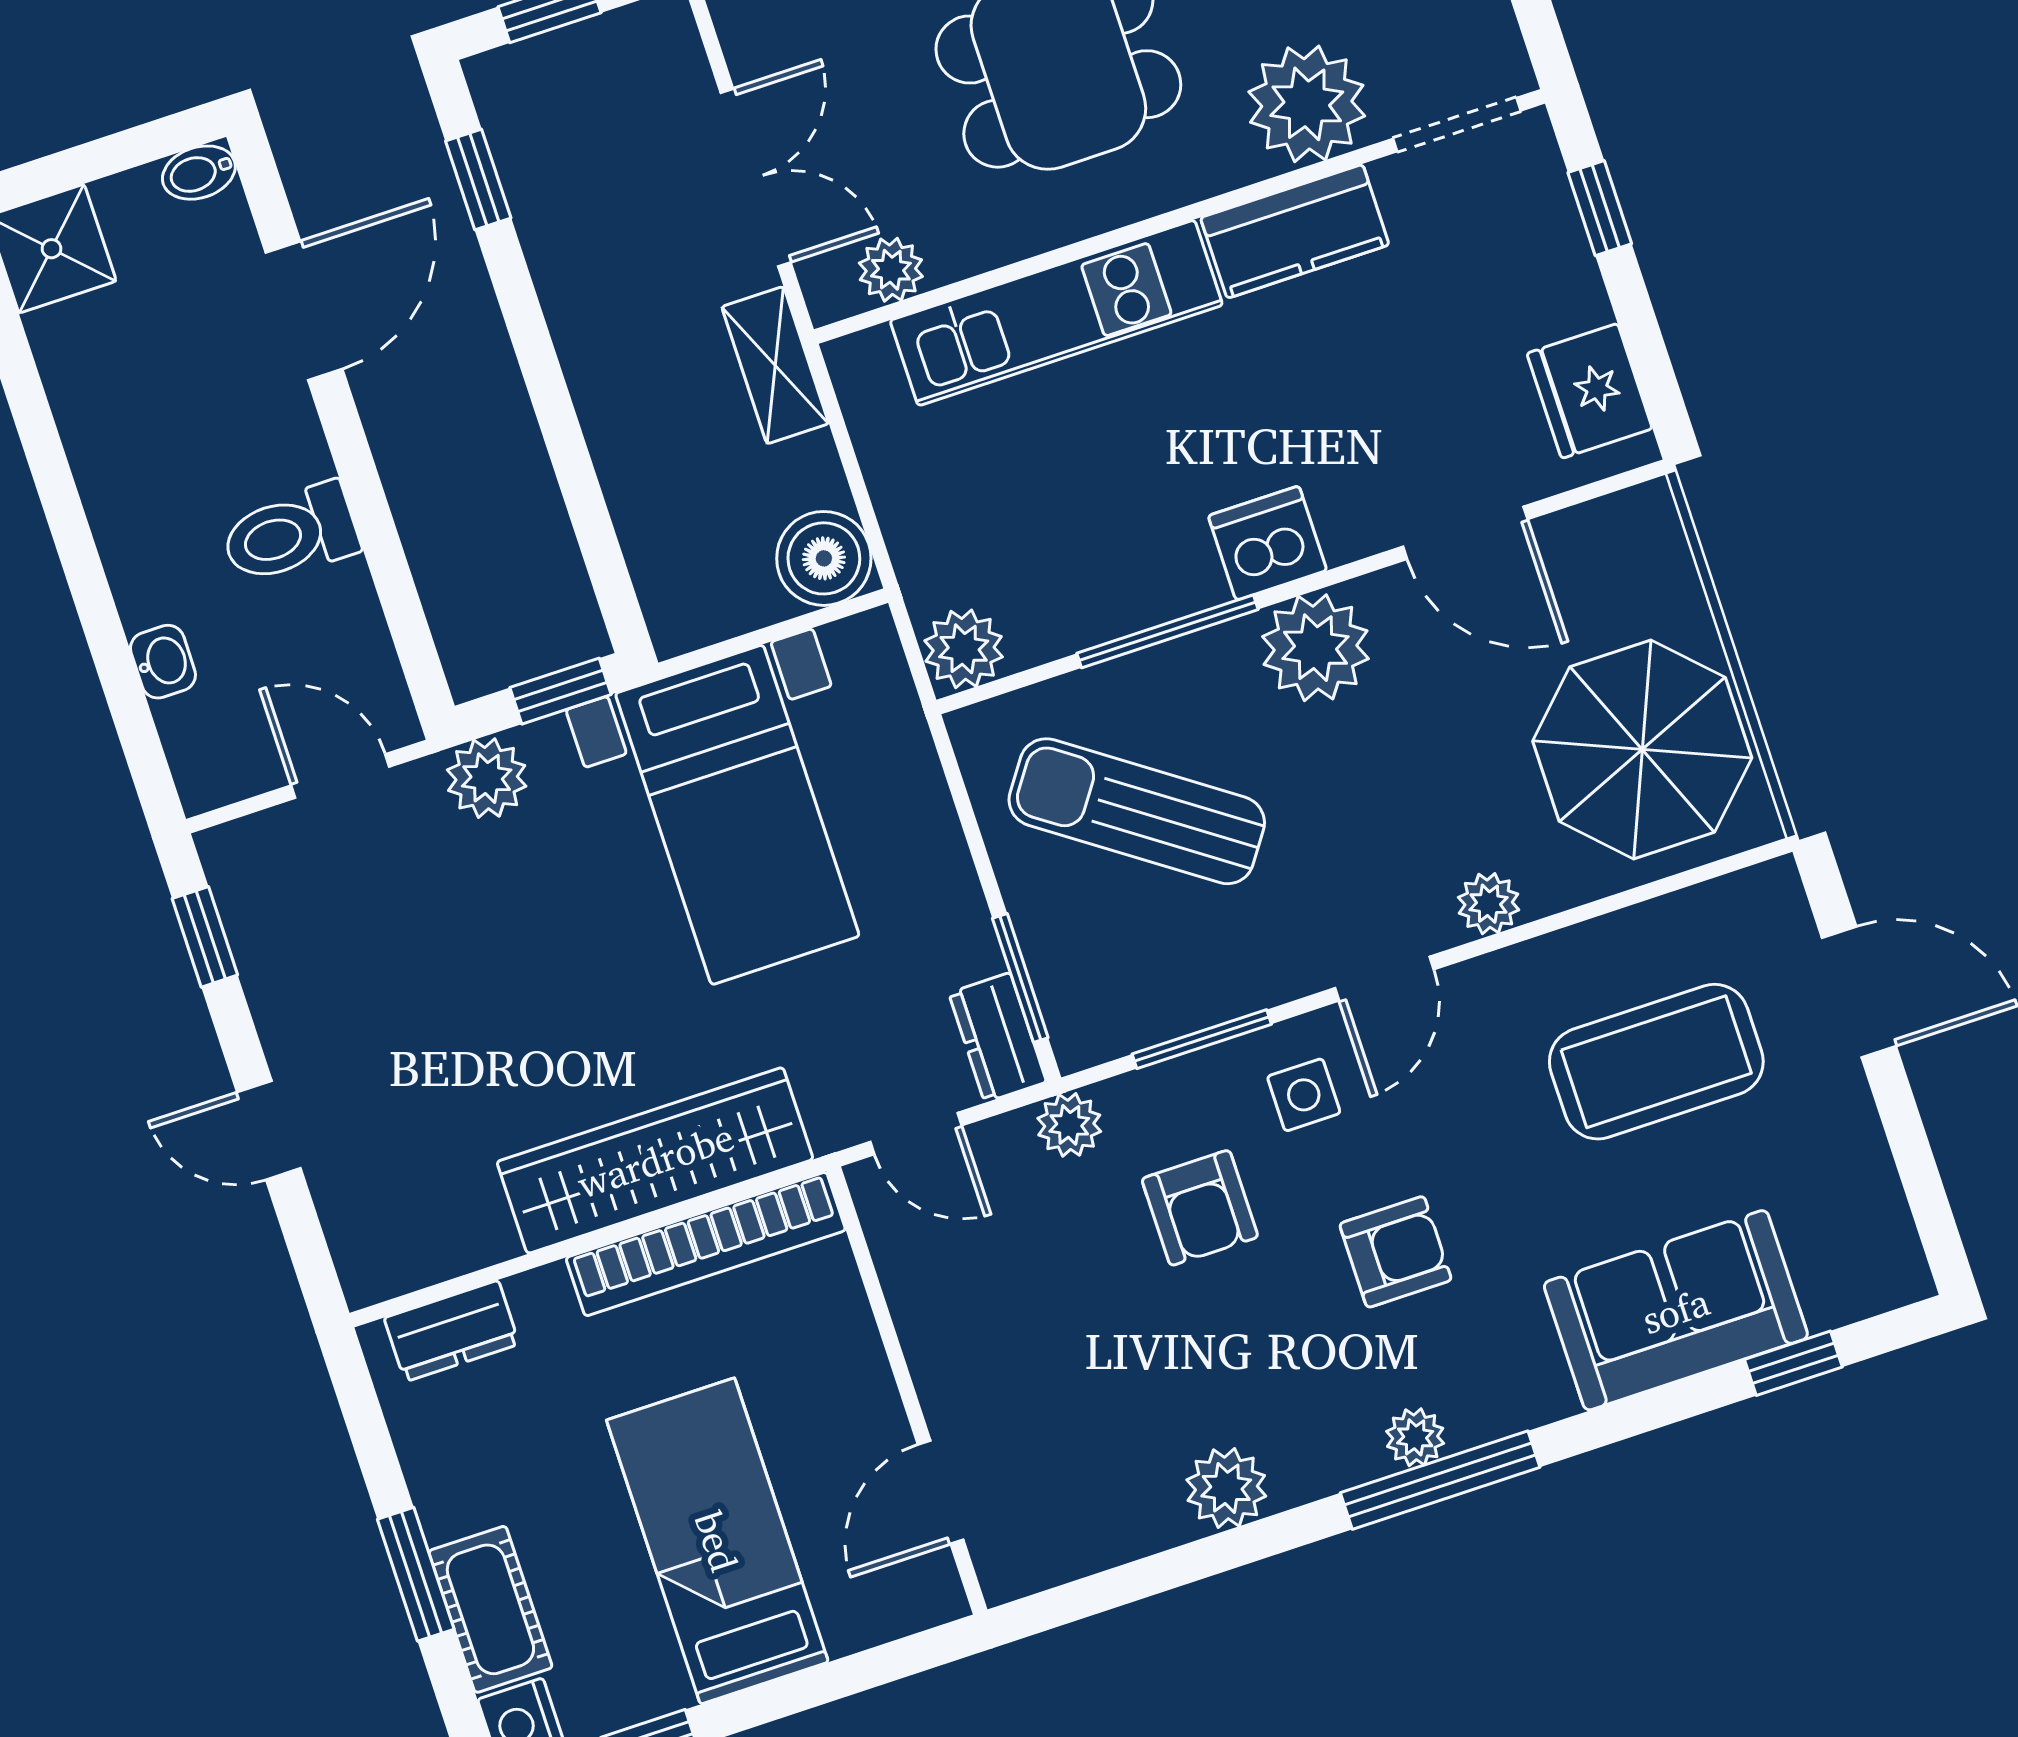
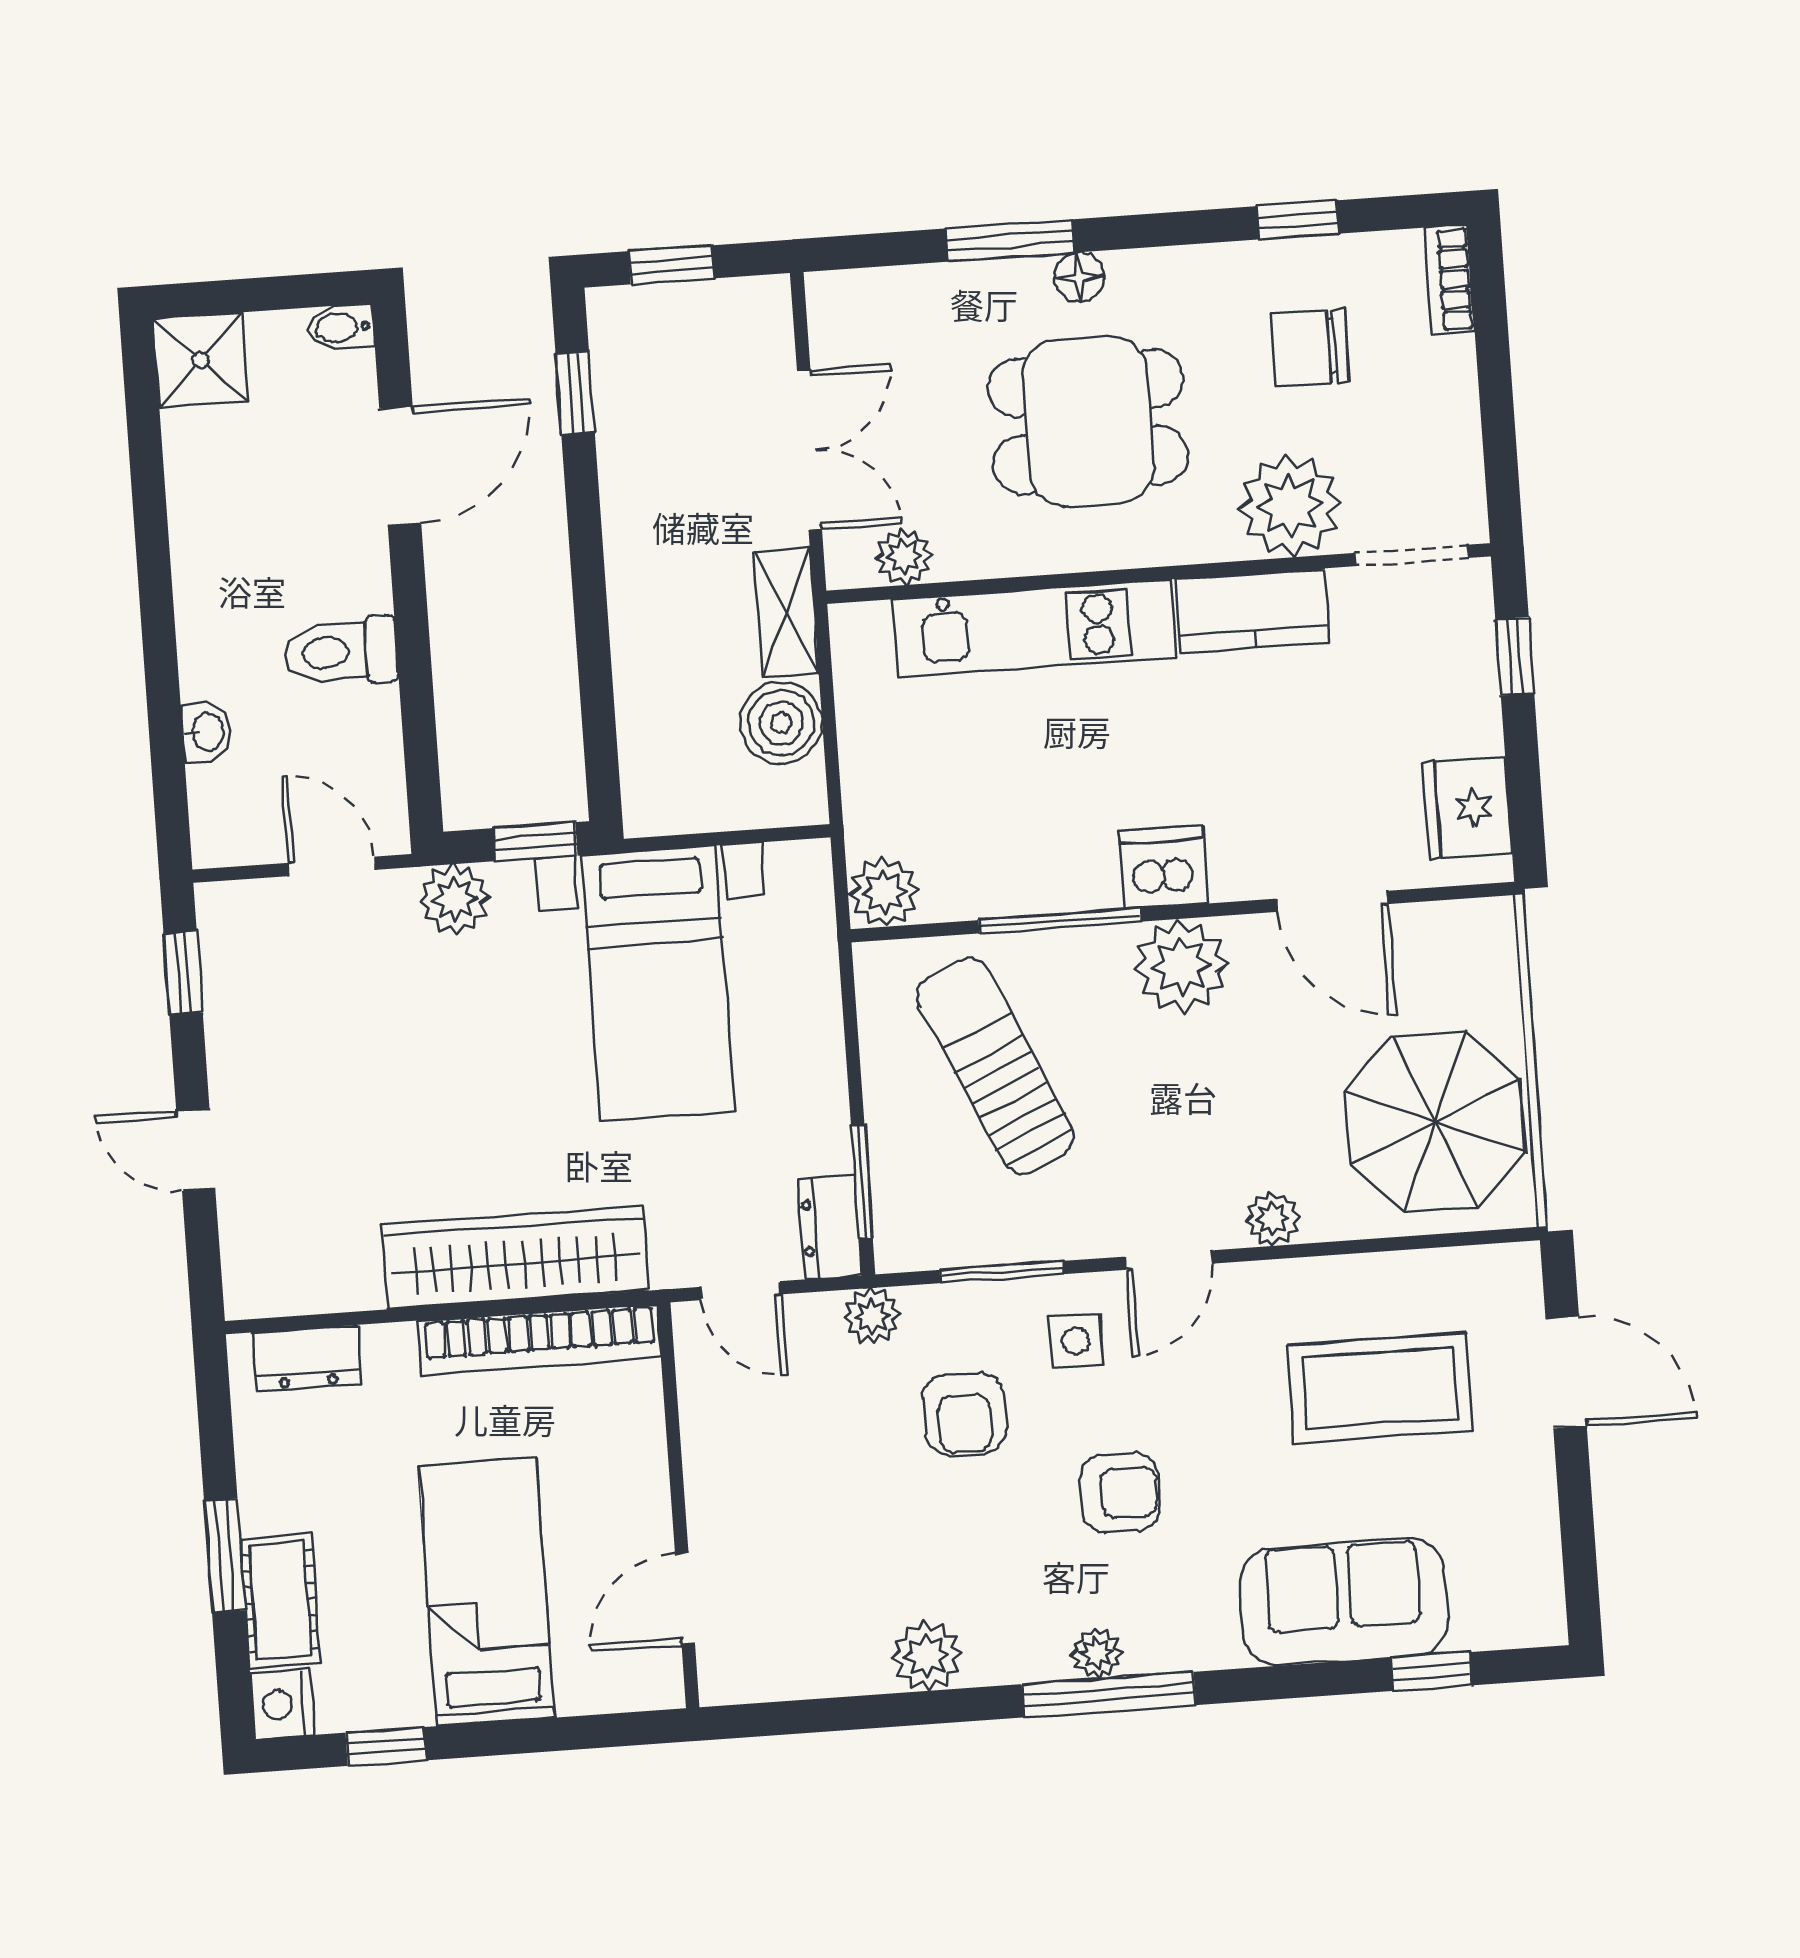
boiler: (824, 558) -> (781, 723), moved
sun lounger: (1137, 811) -> (996, 1066), turned 31

